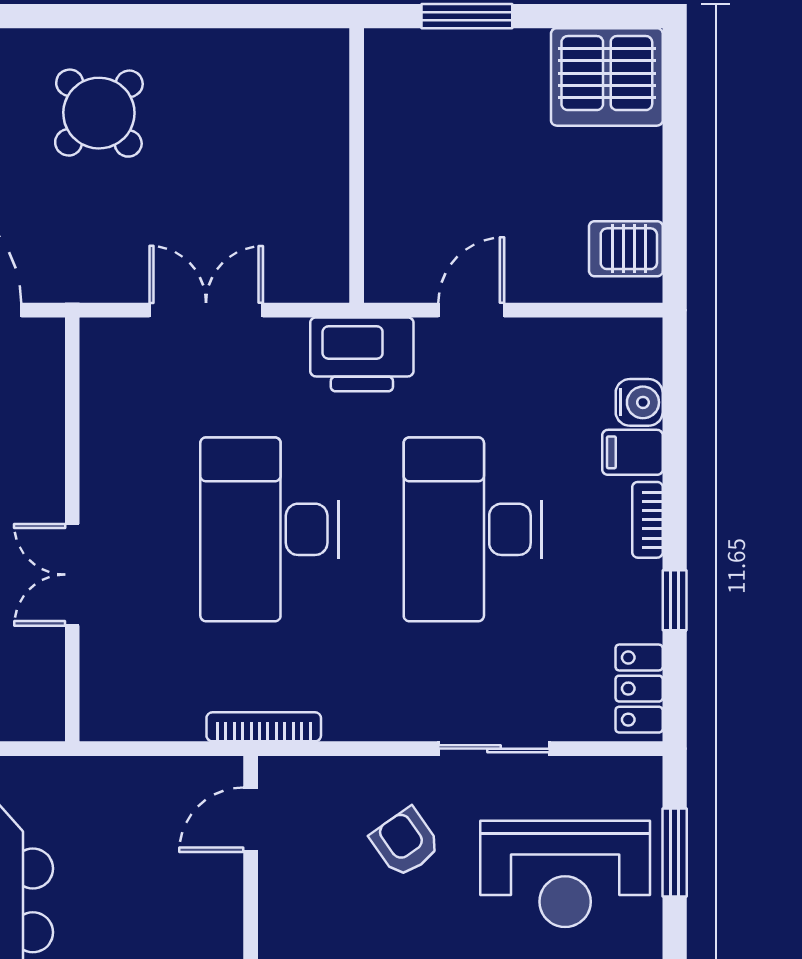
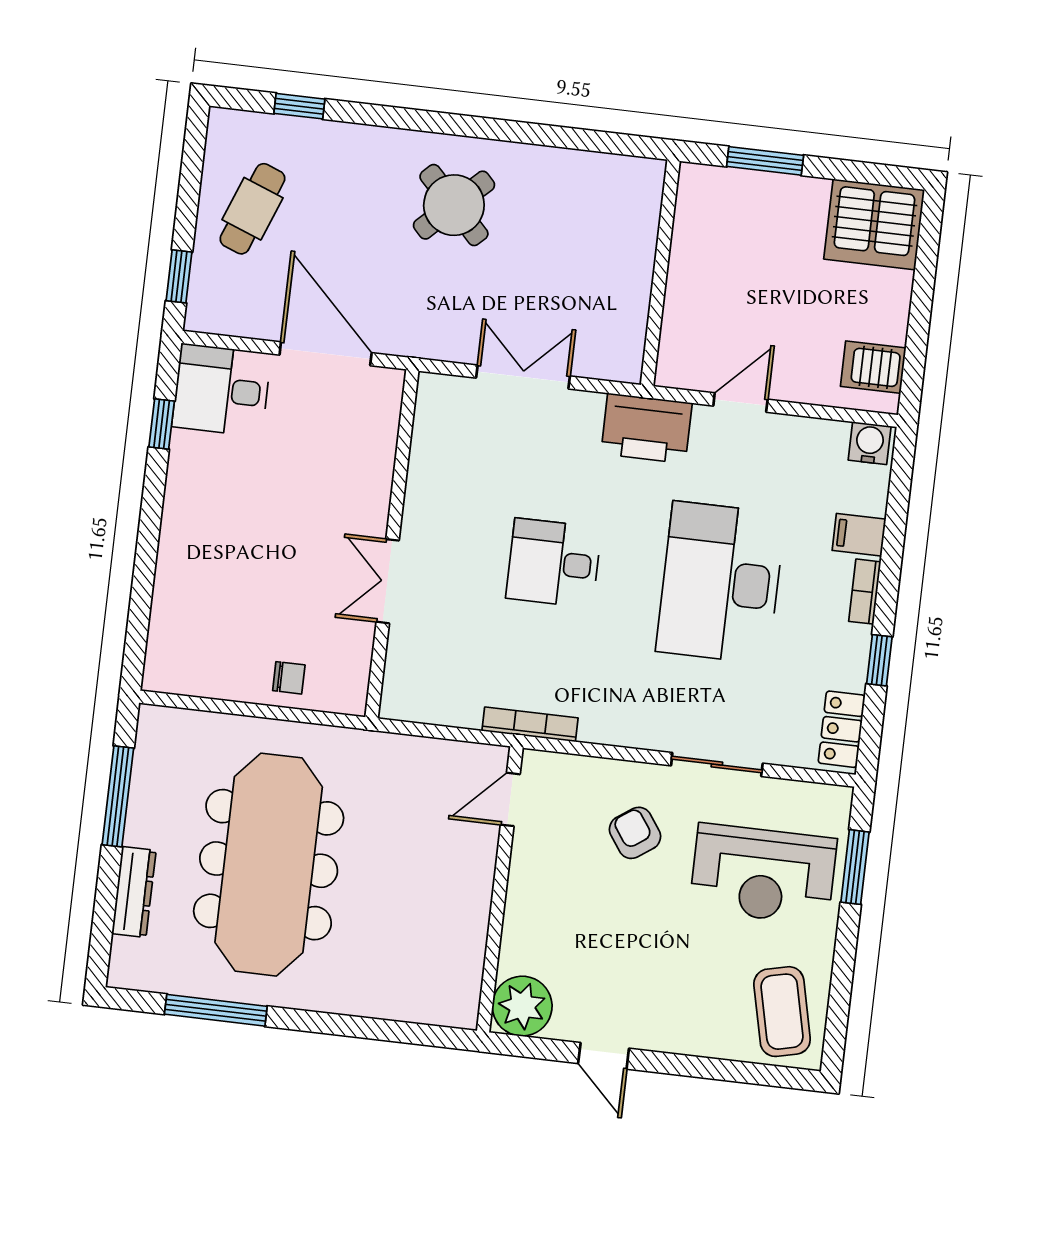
water cooler: (639, 402) -> (870, 443), moved, turned -90
desk: (269, 529) -> (554, 563), width x0.53, depth x0.77

